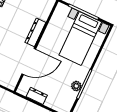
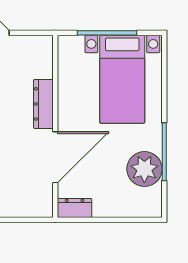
plant: (76, 86) -> (144, 169), width x1.88, depth x1.88
dresser: (37, 96) -> (75, 208), moved

